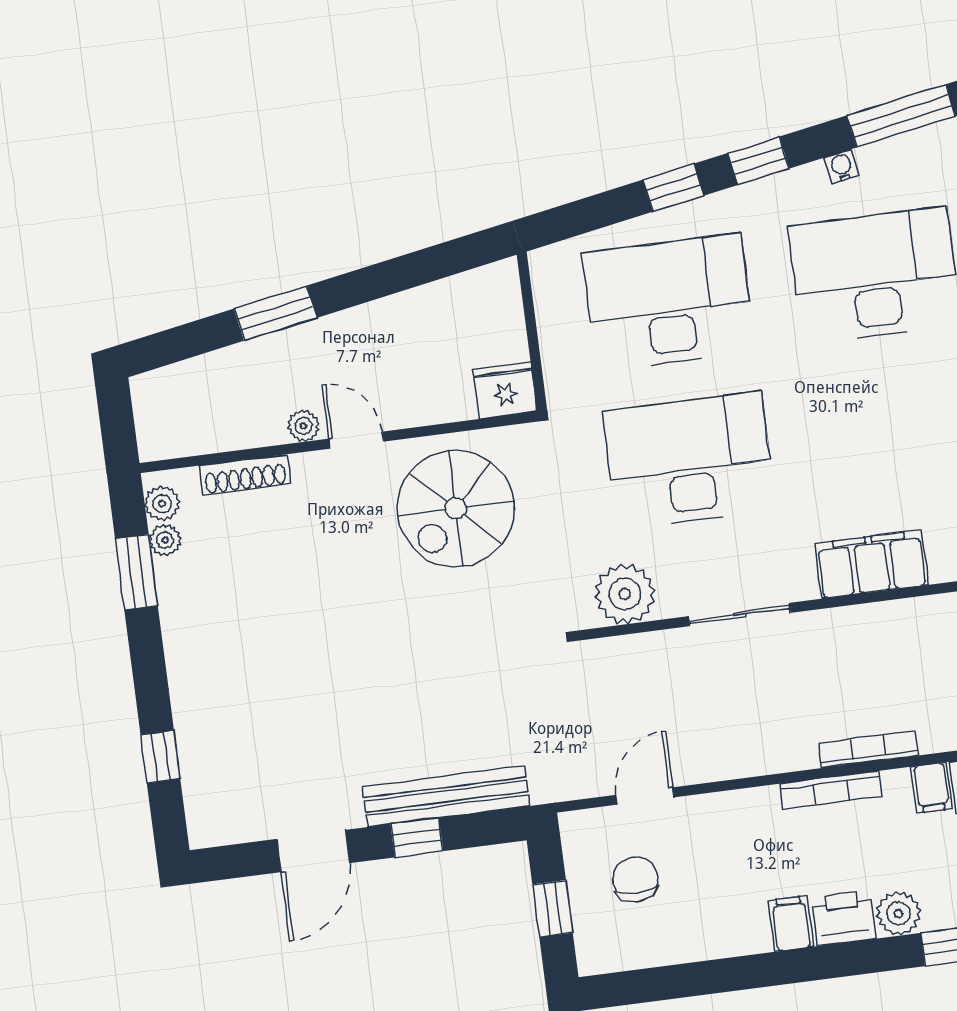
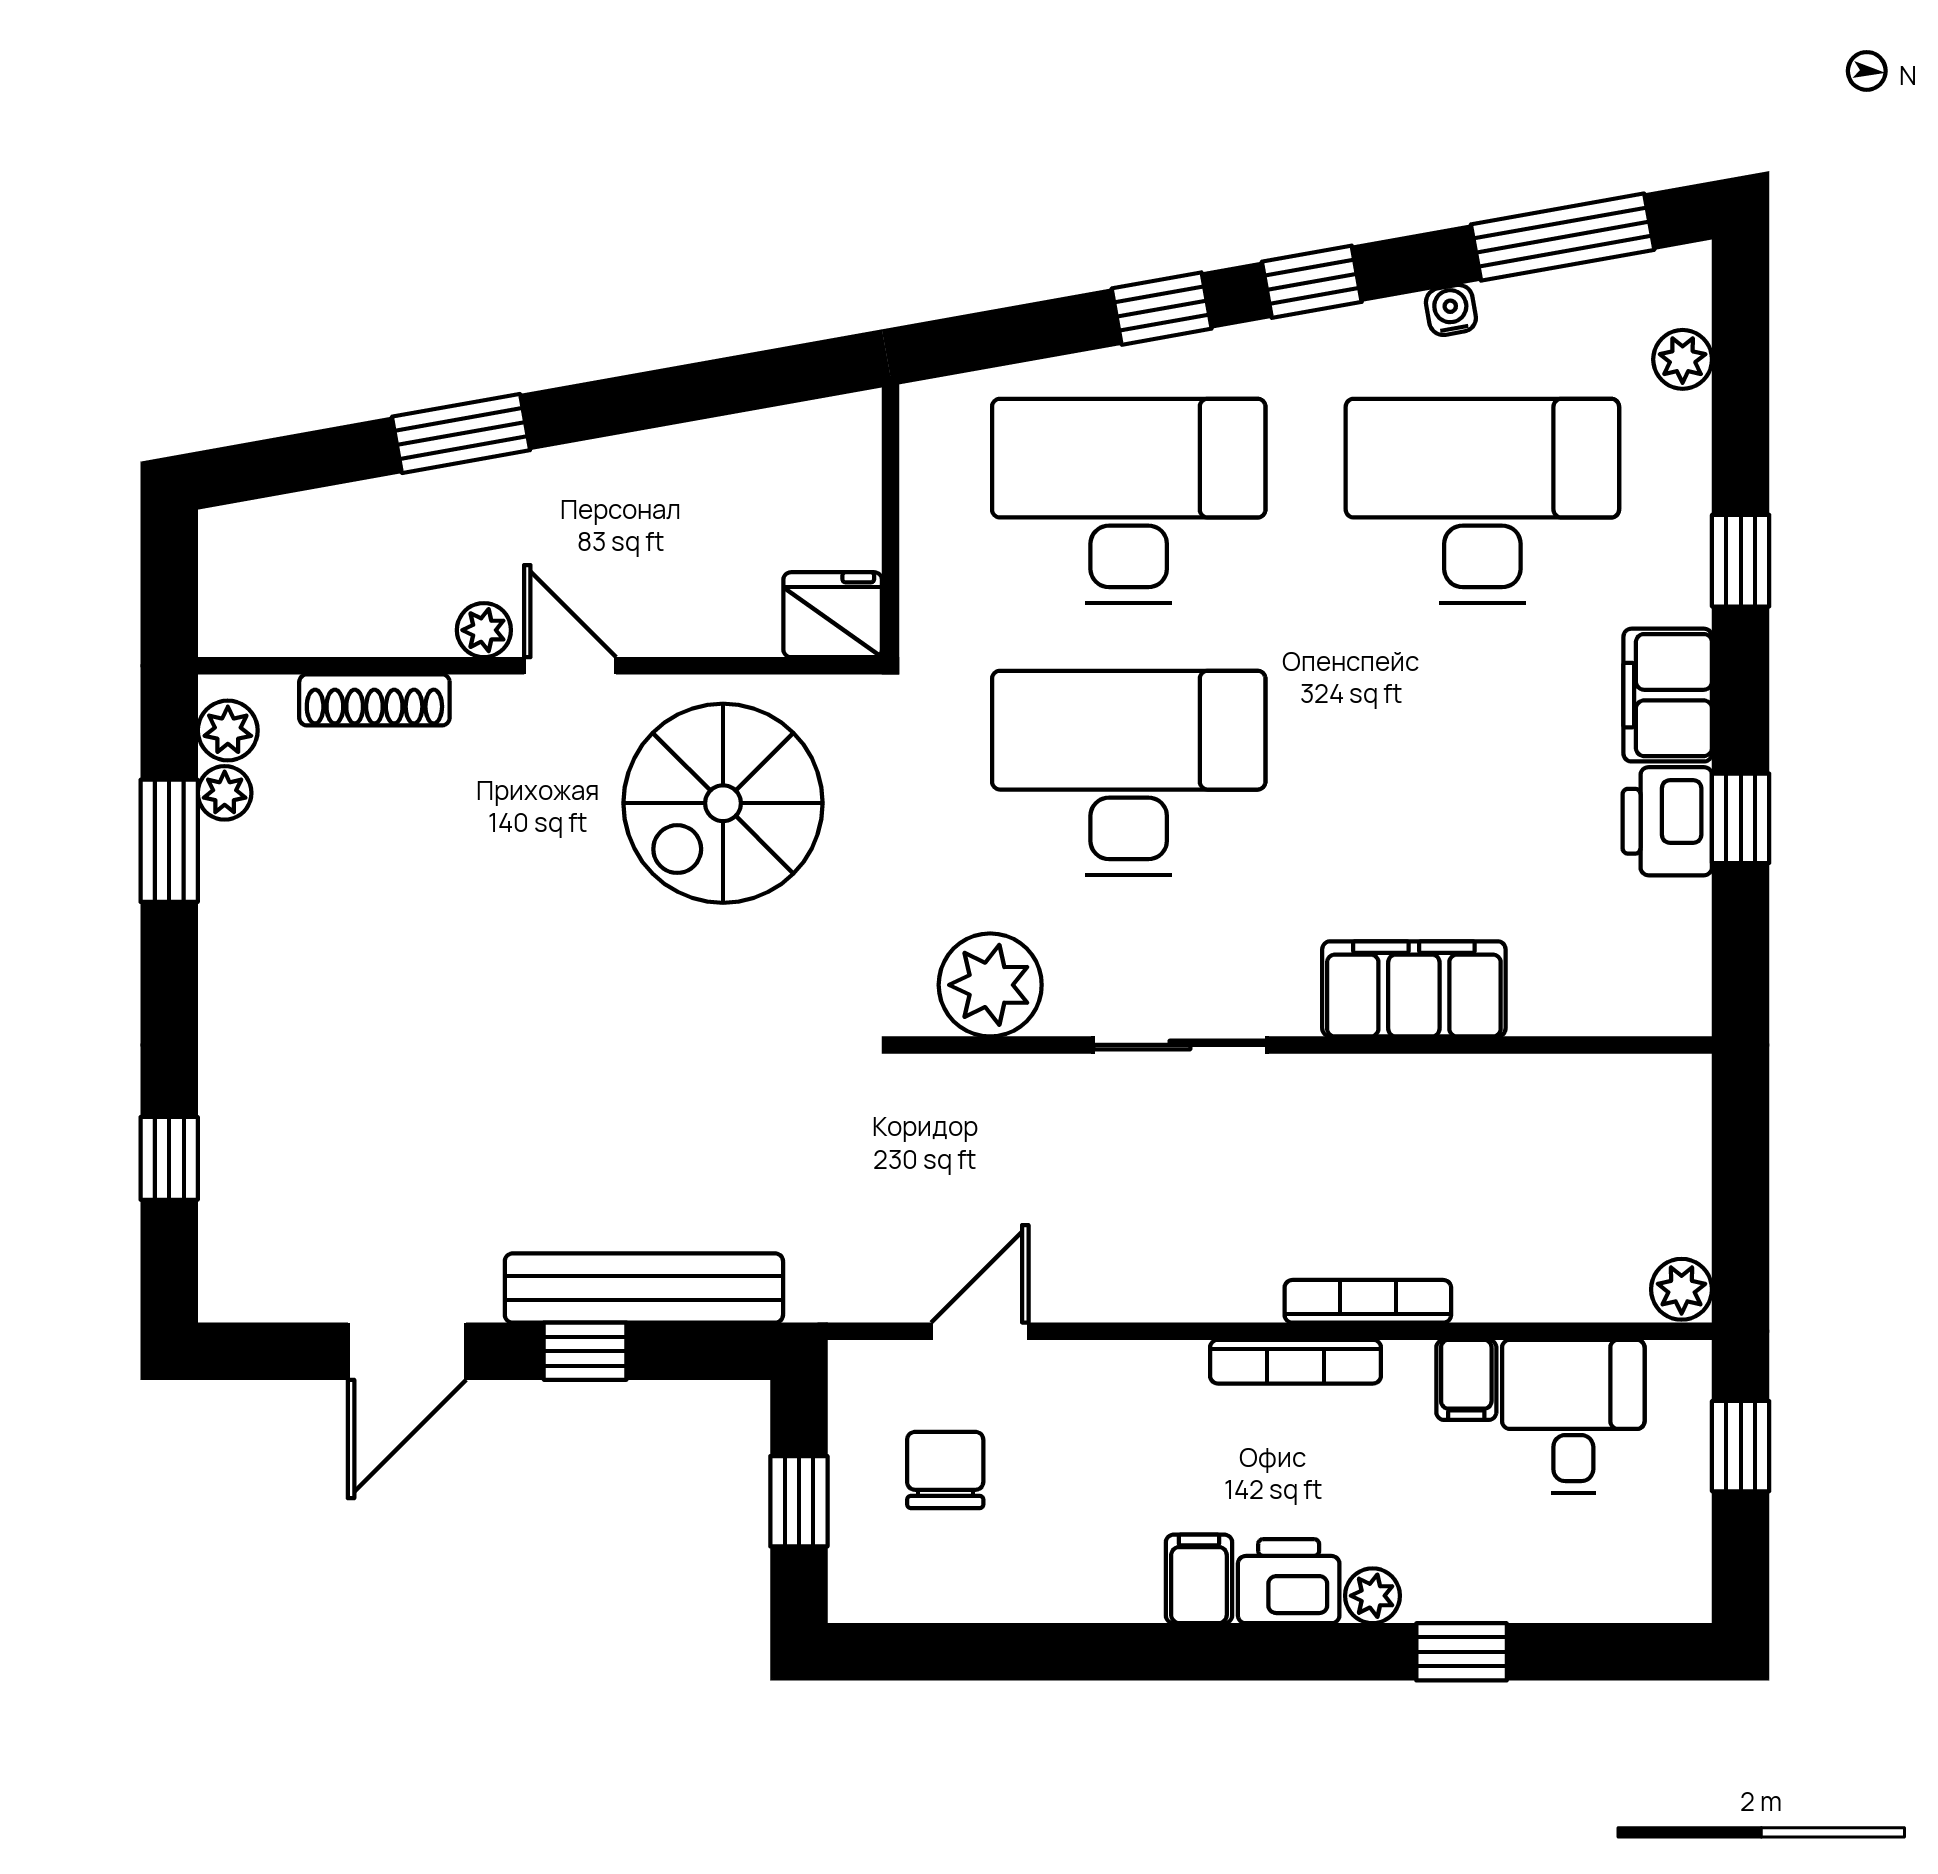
plant: (898, 913) -> (1373, 1596), width x0.73, depth x0.73

